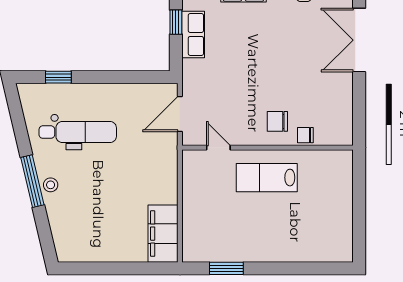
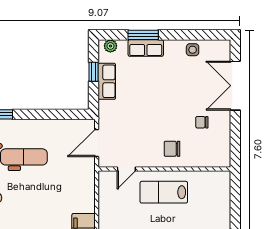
chair: (305, 135) -> (202, 122), moved
door: (218, 148) -> (126, 169), swing flipped

